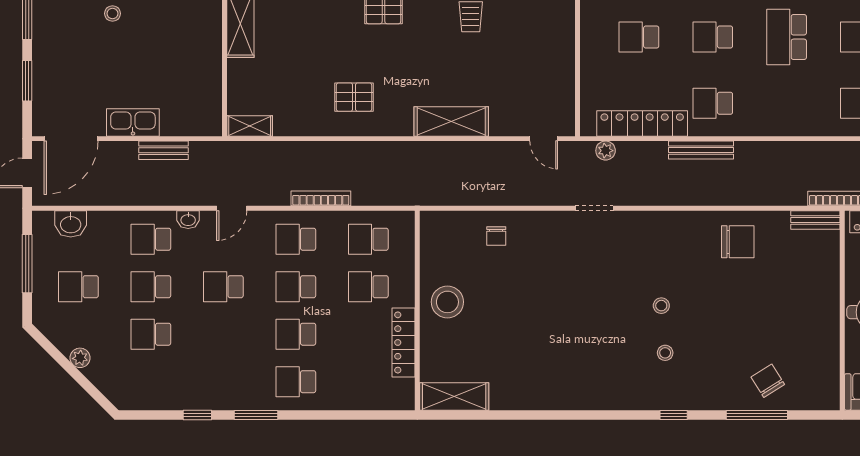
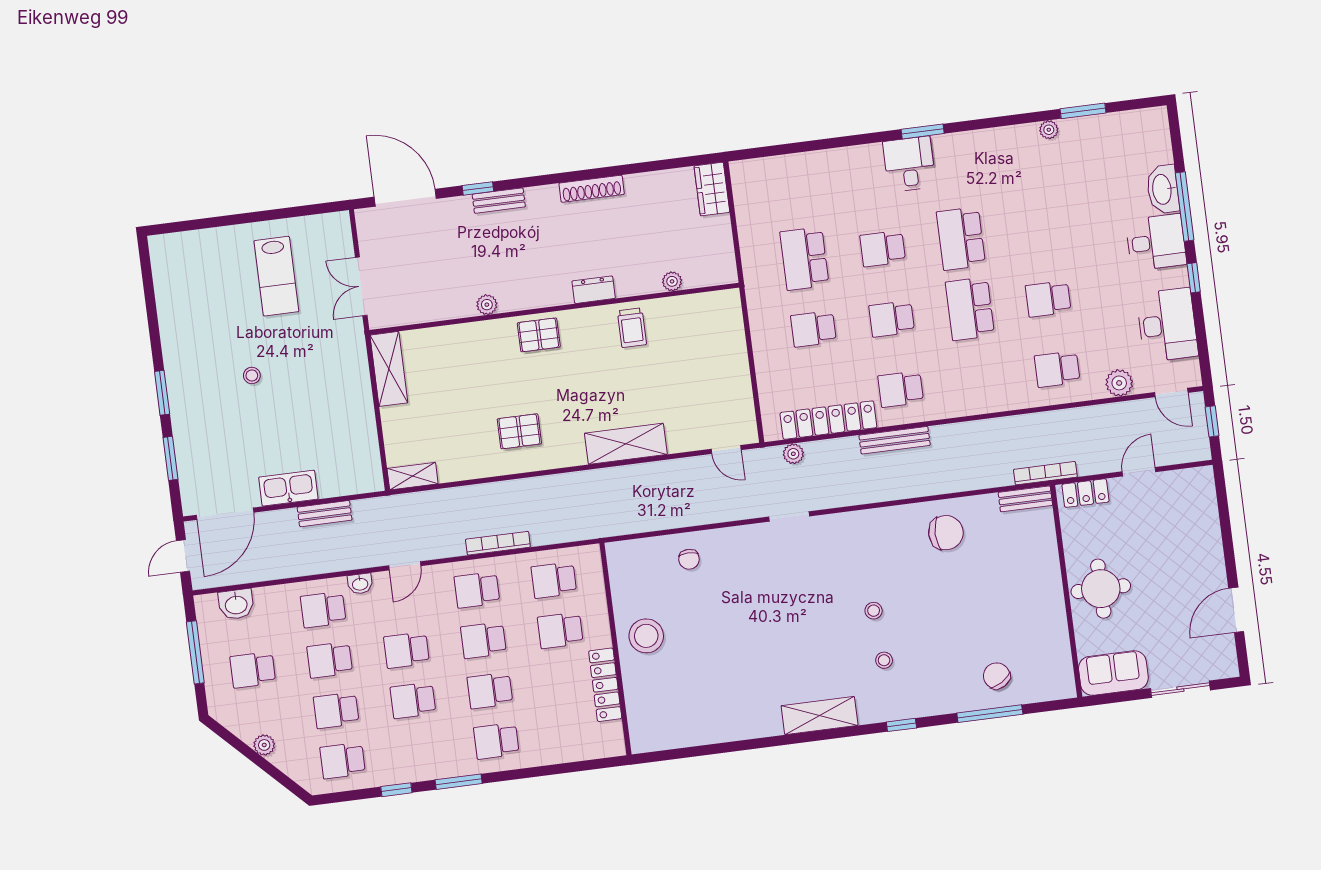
school desk: (223, 334) -> (413, 700), added
school desk: (151, 382) -> (343, 761), added
shelving: (454, 397) -> (820, 716), moved

